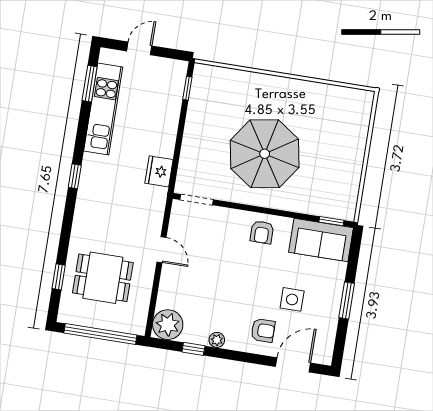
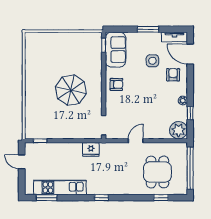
door: (139, 48) -> (22, 162), moved
parasol: (265, 154) -> (71, 90), width x0.73, depth x0.73
tv unit: (326, 343) -> (174, 37), added

